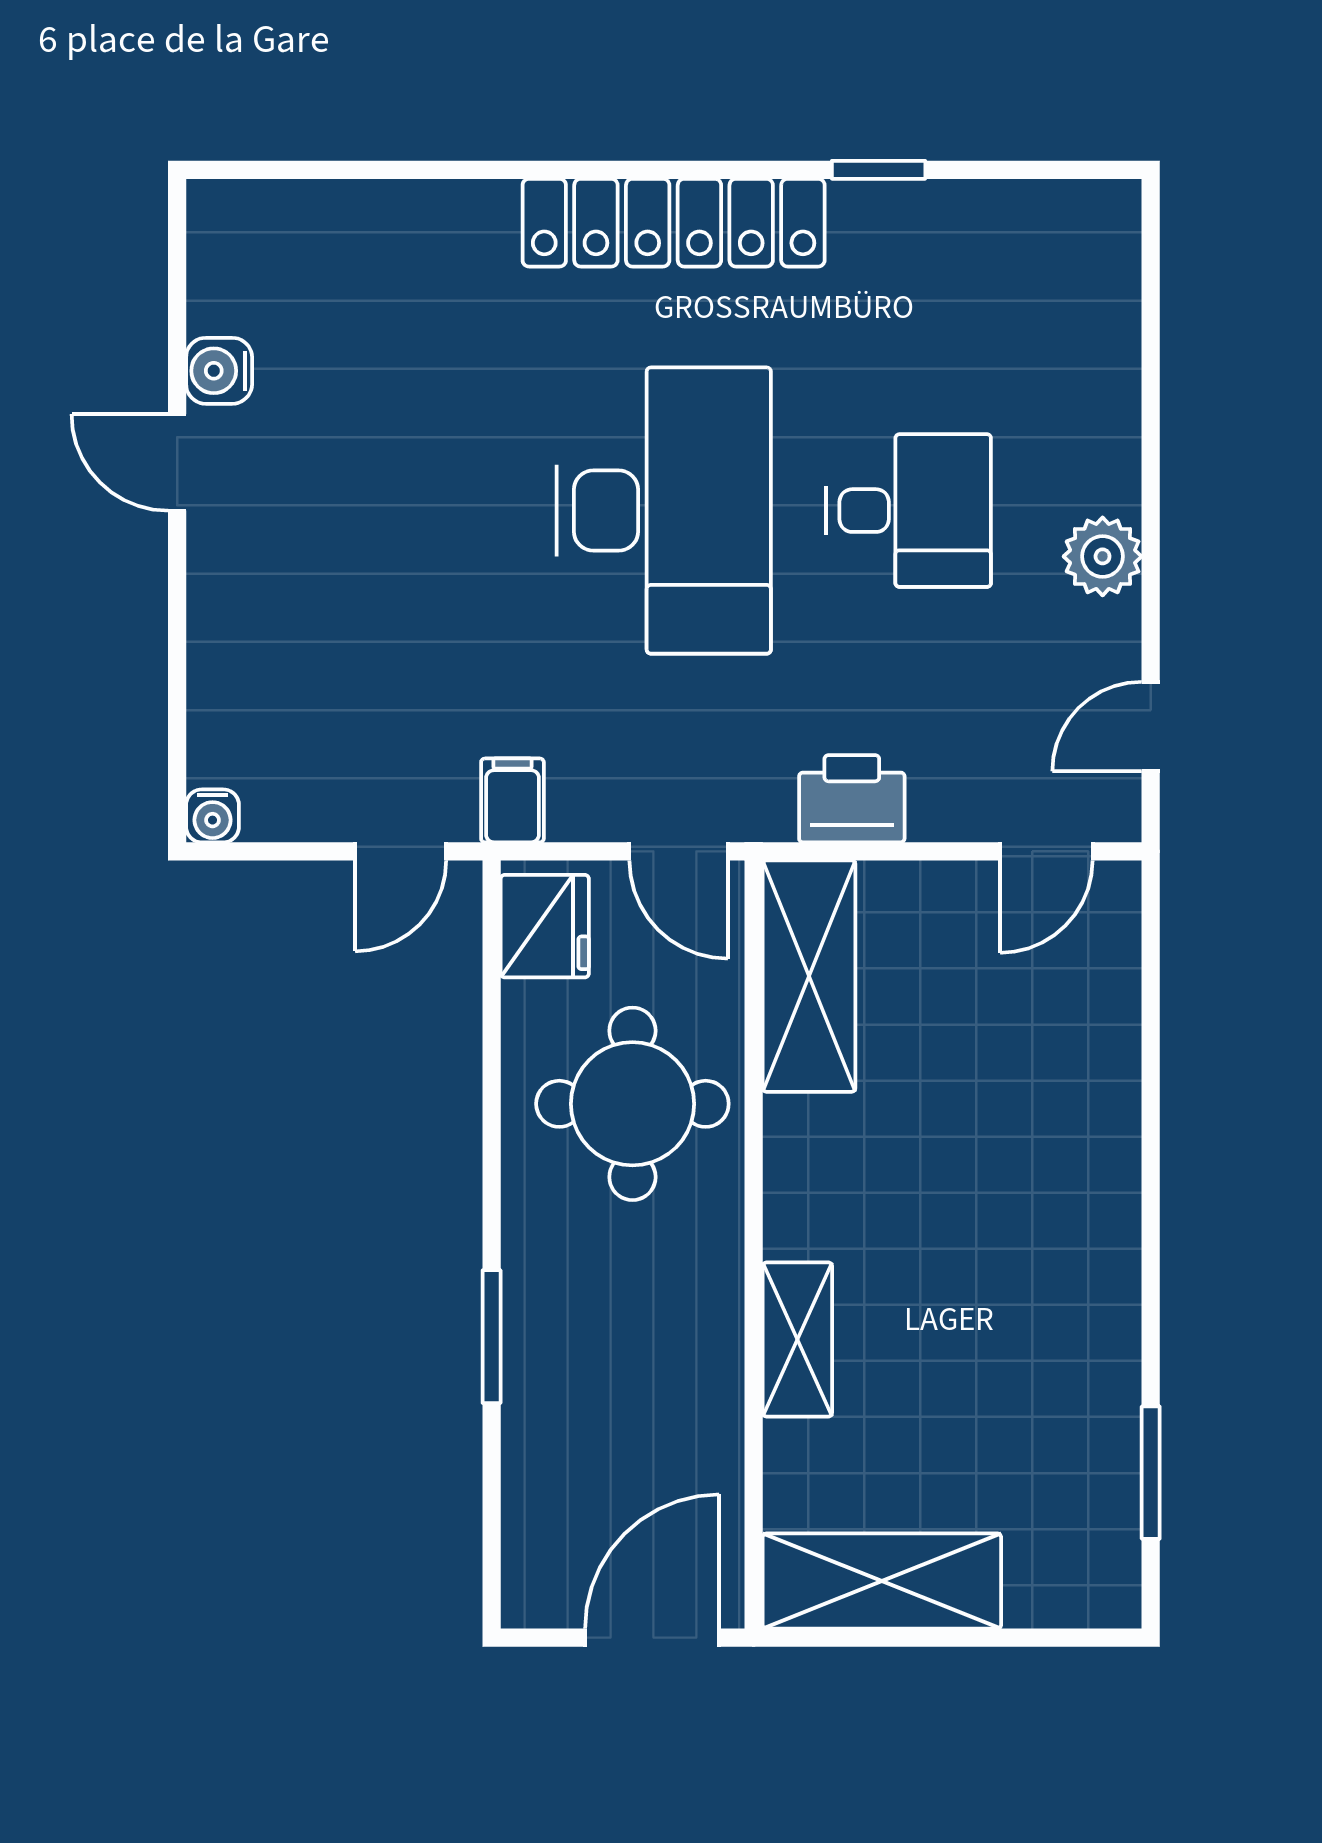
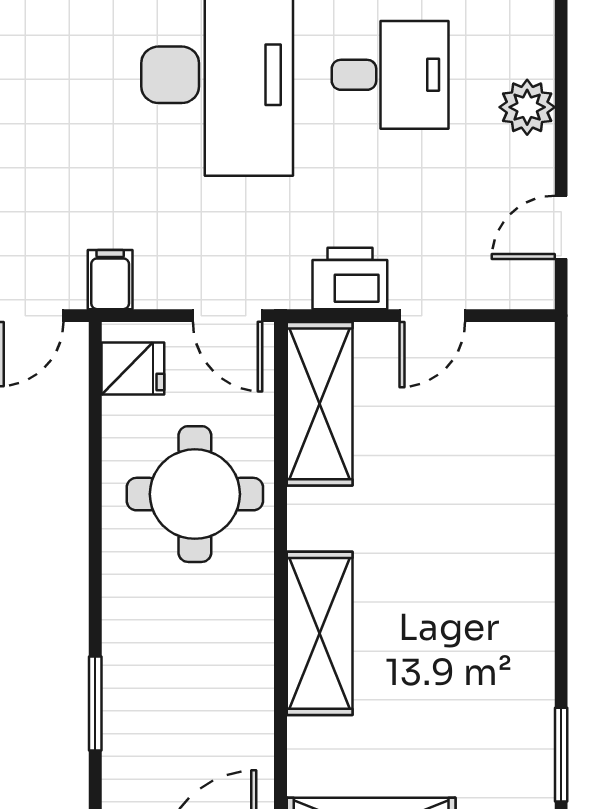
door: (1046, 851) -> (432, 316), moved
fridge: (545, 926) -> (133, 368), width x0.72
window: (492, 1337) -> (95, 703), moved
shelving: (797, 1339) -> (320, 633), width x1.50, depth x1.33

